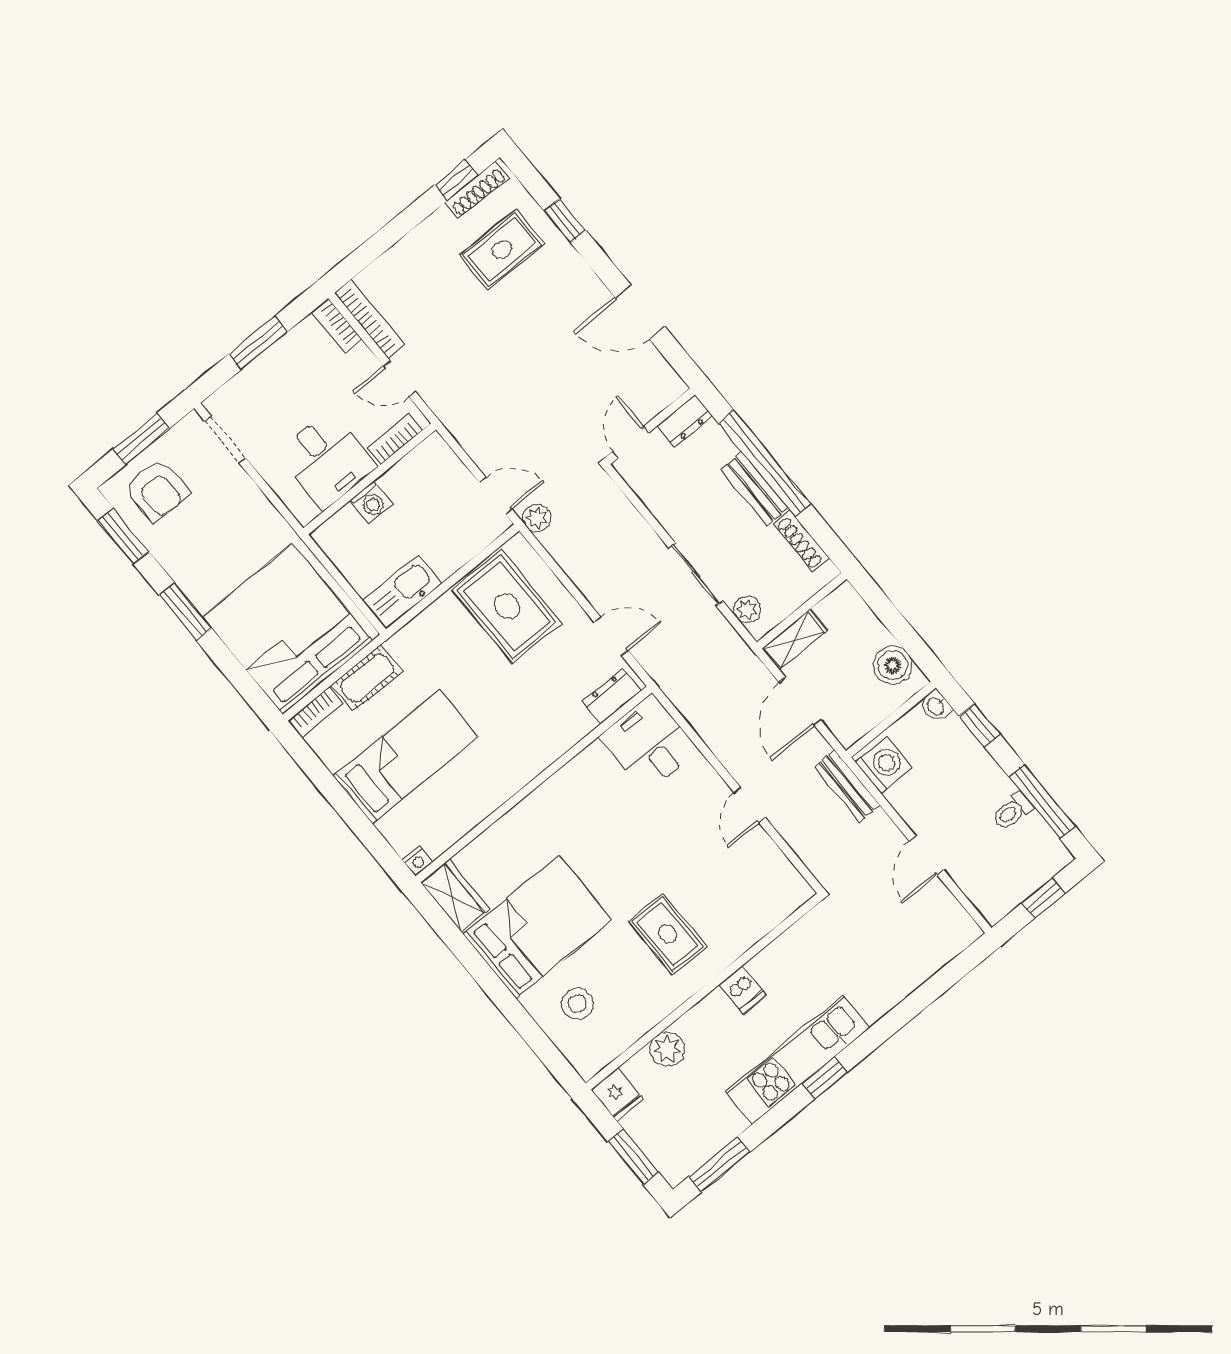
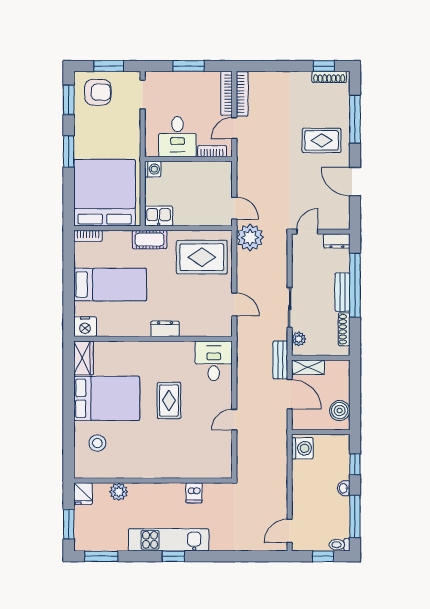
window: (565, 221) -> (355, 119), width x2.17
rug: (502, 250) -> (322, 140), moved
bookcase: (337, 325) -> (227, 93), width x1.56
door: (400, 379) -> (234, 128), hinge flipped
armchair: (157, 490) -> (98, 92), turned -90
washing machine: (371, 502) -> (153, 169), moved, turned -90
plant: (537, 518) -> (250, 237), width x1.88, depth x1.88
kitchen sink: (402, 592) -> (159, 216), width x0.73
rug: (507, 606) -> (202, 257), turned 90
cot: (367, 678) -> (150, 240), moved
dresser: (612, 696) -> (165, 329), moved
door: (800, 701) -> (290, 394), swing flipped
washbasin: (936, 706) -> (344, 488), moved
bench: (847, 786) -> (280, 360), moved
toilet: (1012, 811) -> (339, 545), moved
door: (927, 855) -> (290, 531), moved
nightstand: (417, 861) -> (85, 327), width x1.89, depth x1.79
rug: (667, 934) -> (169, 400), moved
dishwasher: (742, 990) -> (194, 493), moved

